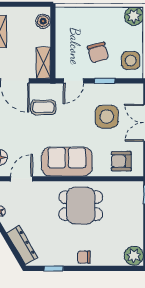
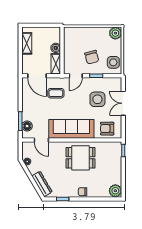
boiler: (43, 21) -> (56, 48), moved
sofa: (67, 162) -> (71, 129), width x1.36
door: (21, 179) -> (41, 140), swing flipped

